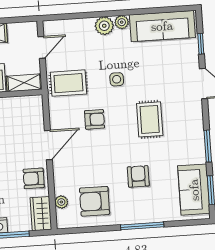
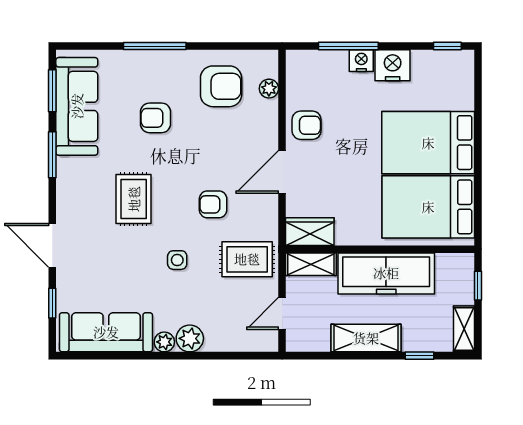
armchair: (138, 176) -> (156, 118), turned 90
sofa: (194, 190) -> (77, 106), width x1.36
wardrobe: (41, 214) -> (310, 232), moved, turned -90

